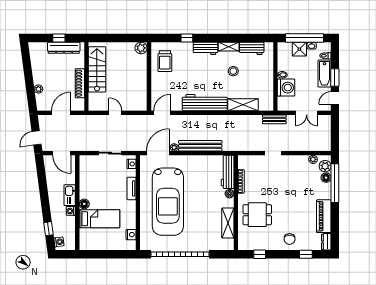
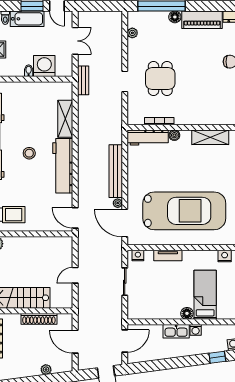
stool: (233, 71) -> (29, 153), moved
plant: (325, 166) -> (141, 18), removed
floor lamp: (326, 178) -> (175, 17), moved
dining table: (257, 215) -> (160, 79), moved

